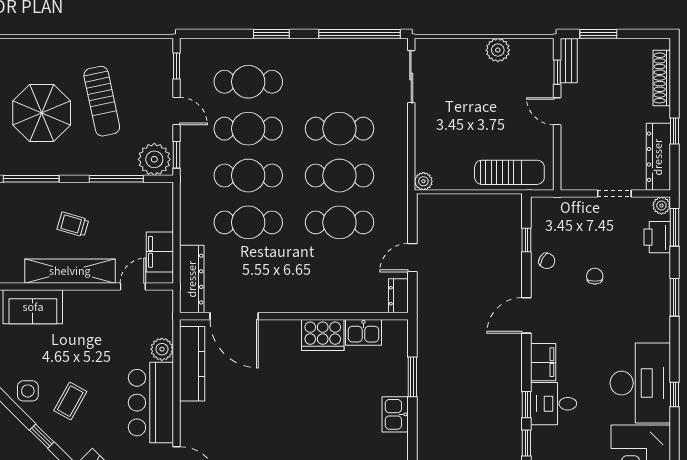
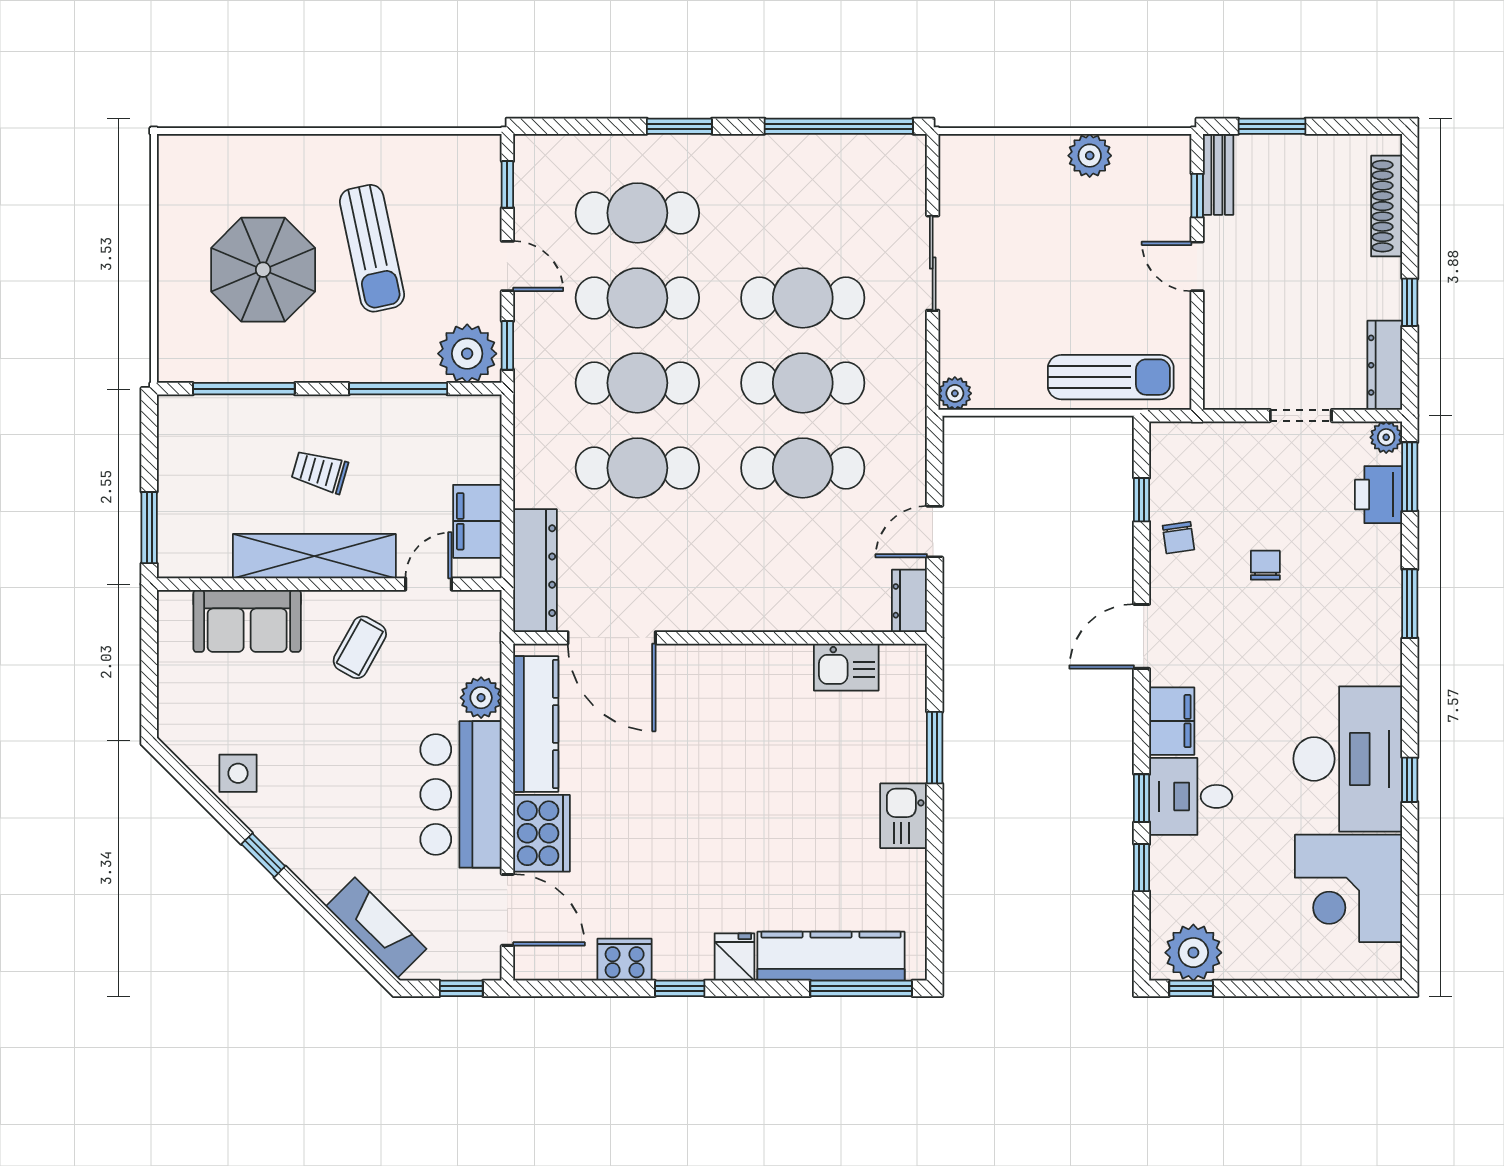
sliding door: (411, 77) -> (933, 263), moved
dresser: (658, 157) -> (1385, 365), width x0.73, depth x0.80
chair: (547, 261) -> (1178, 538), turned 52
cooker: (323, 335) -> (541, 833), moved, turned -90
coffee table: (70, 401) -> (360, 647), moved

